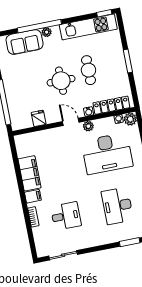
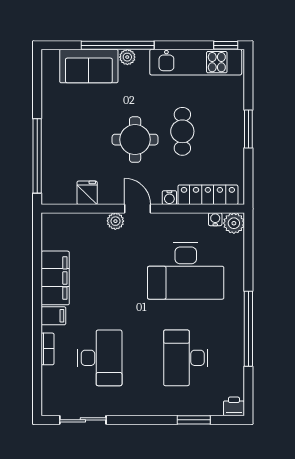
plant: (88, 126) -> (115, 221), moved
desk: (66, 216) -> (100, 358), width x1.37

